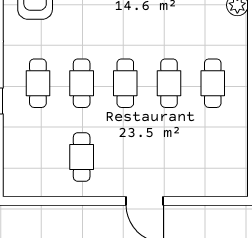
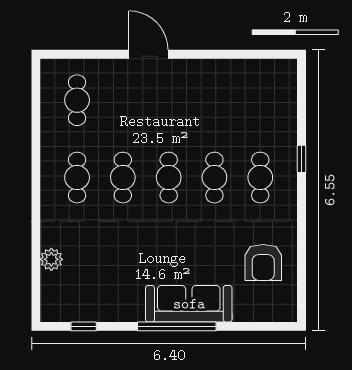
cafe table: (82, 157) -> (77, 100), moved

